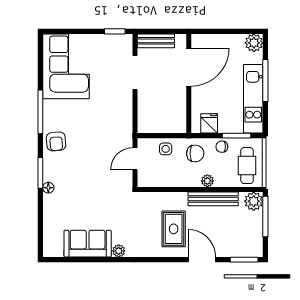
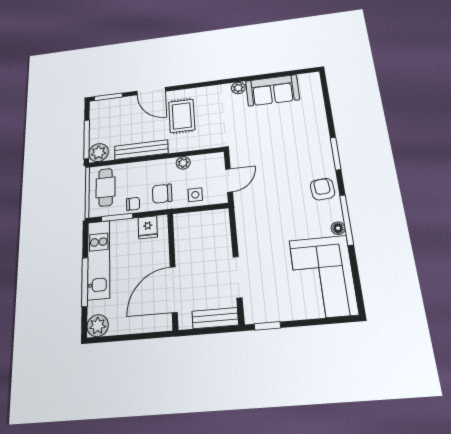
plant: (207, 181) -> (183, 163), moved
floor lamp: (48, 188) -> (338, 228), moved

